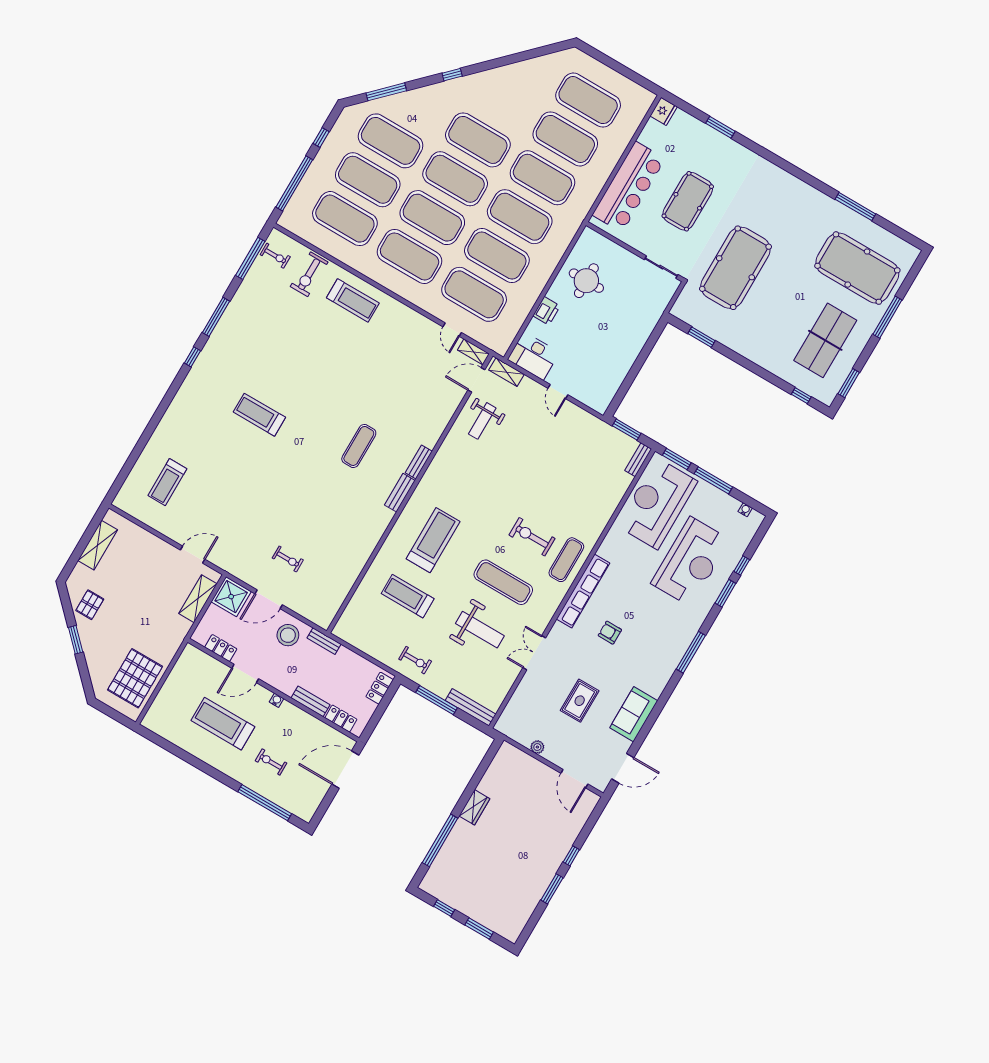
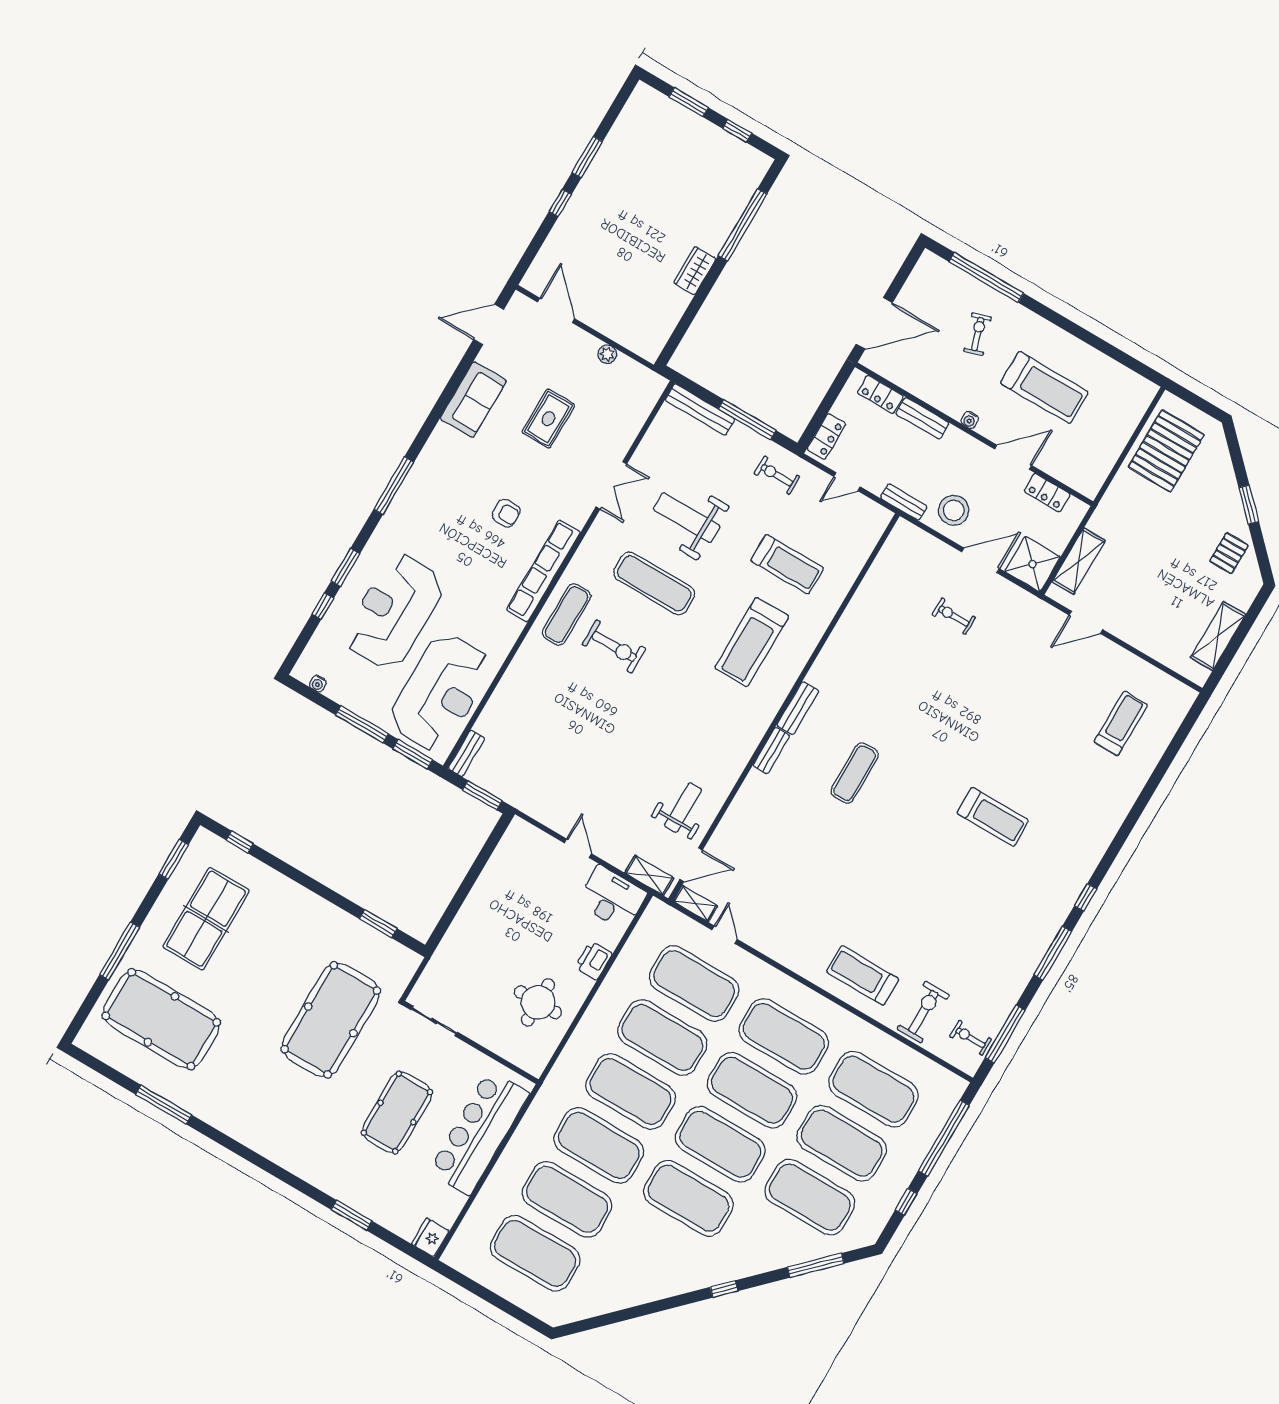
door: (365, 656) -> (847, 482), added
exercise bike: (271, 762) -> (978, 334), turned -108

